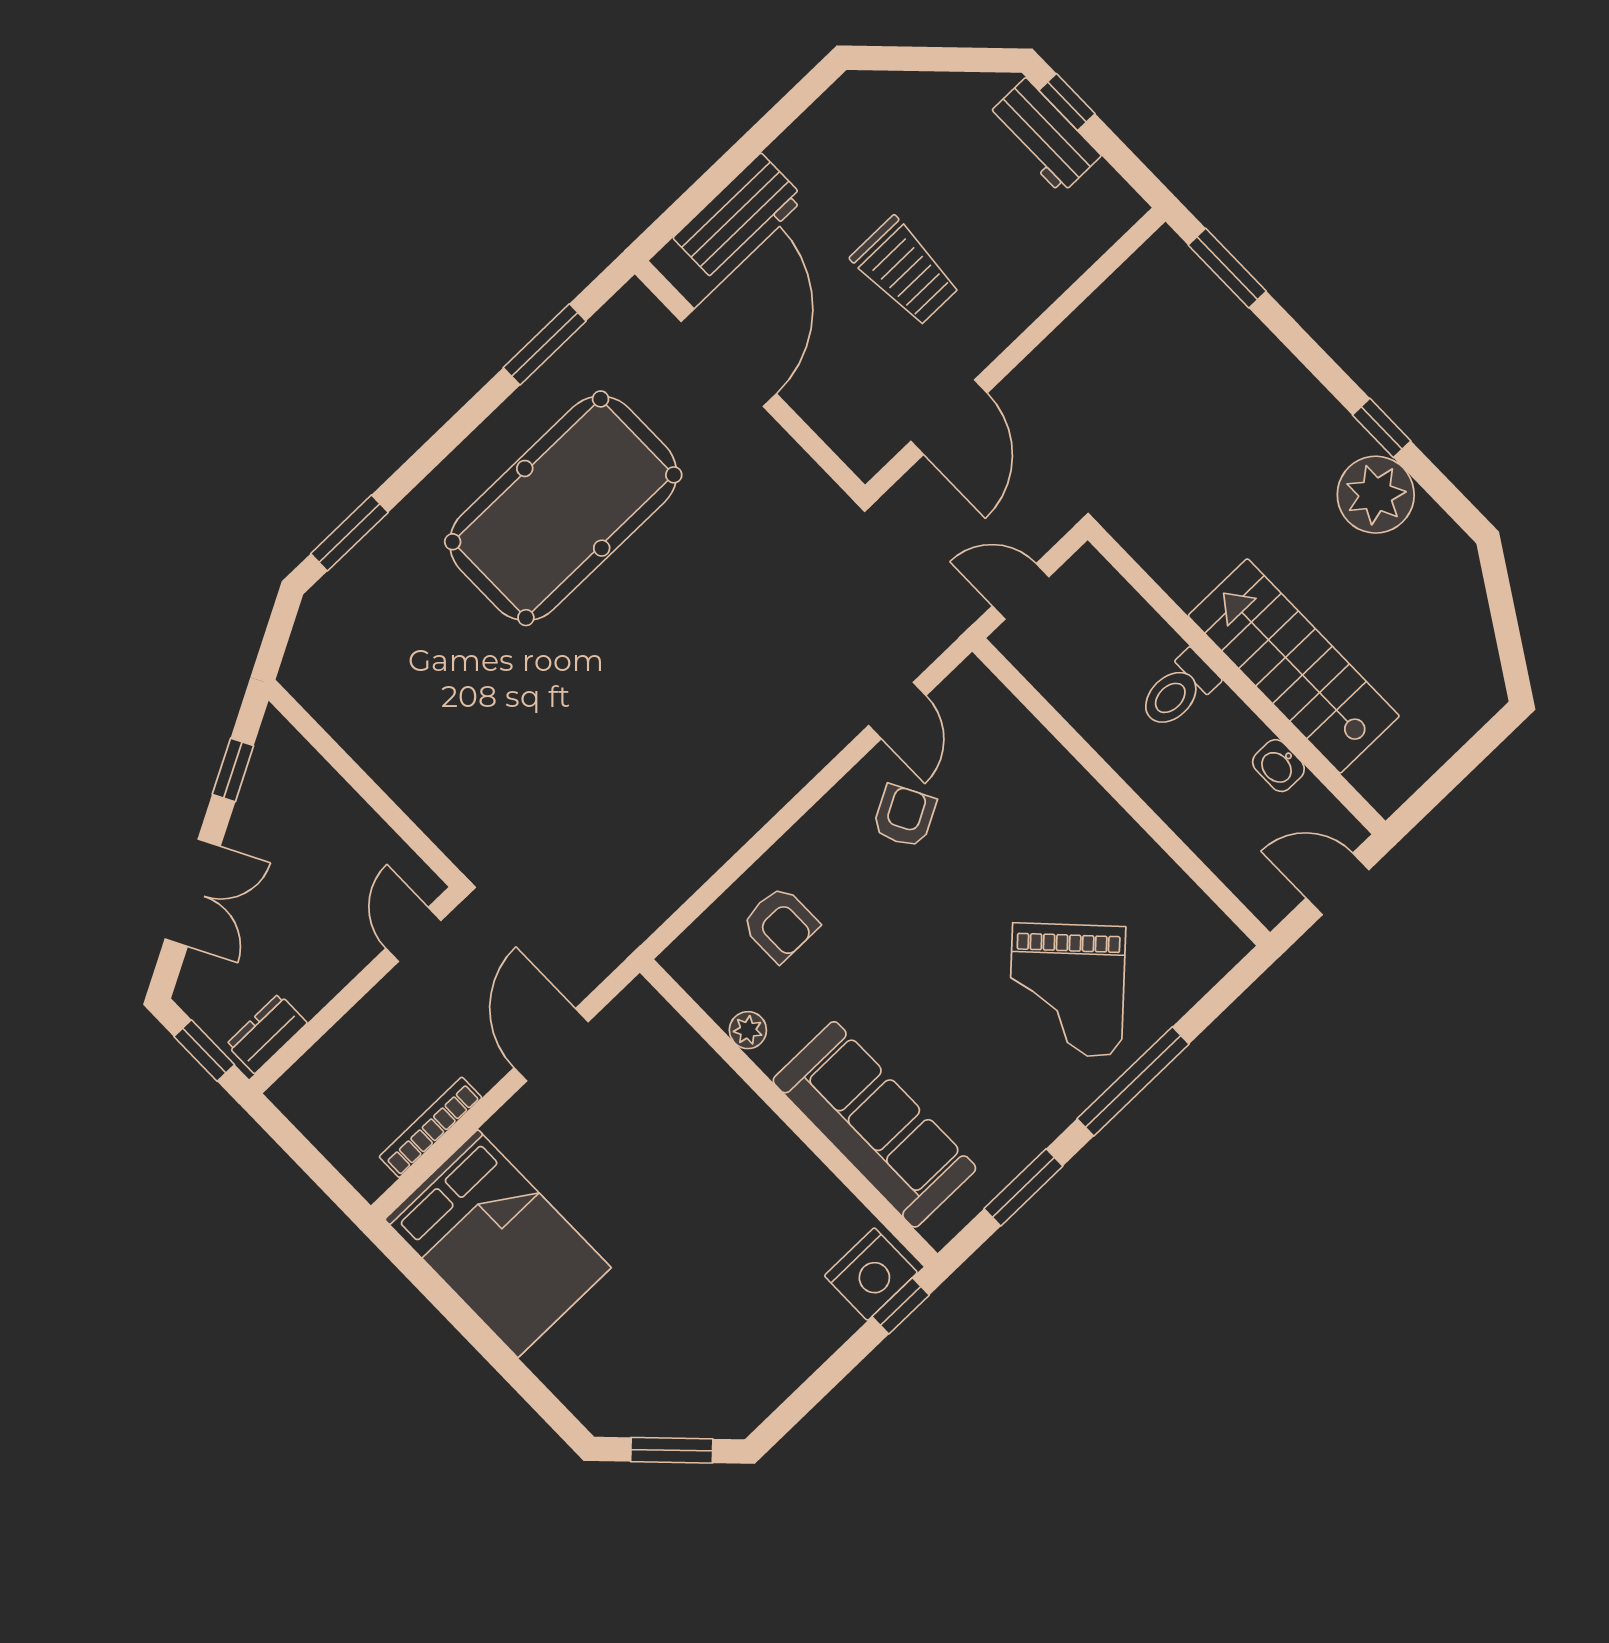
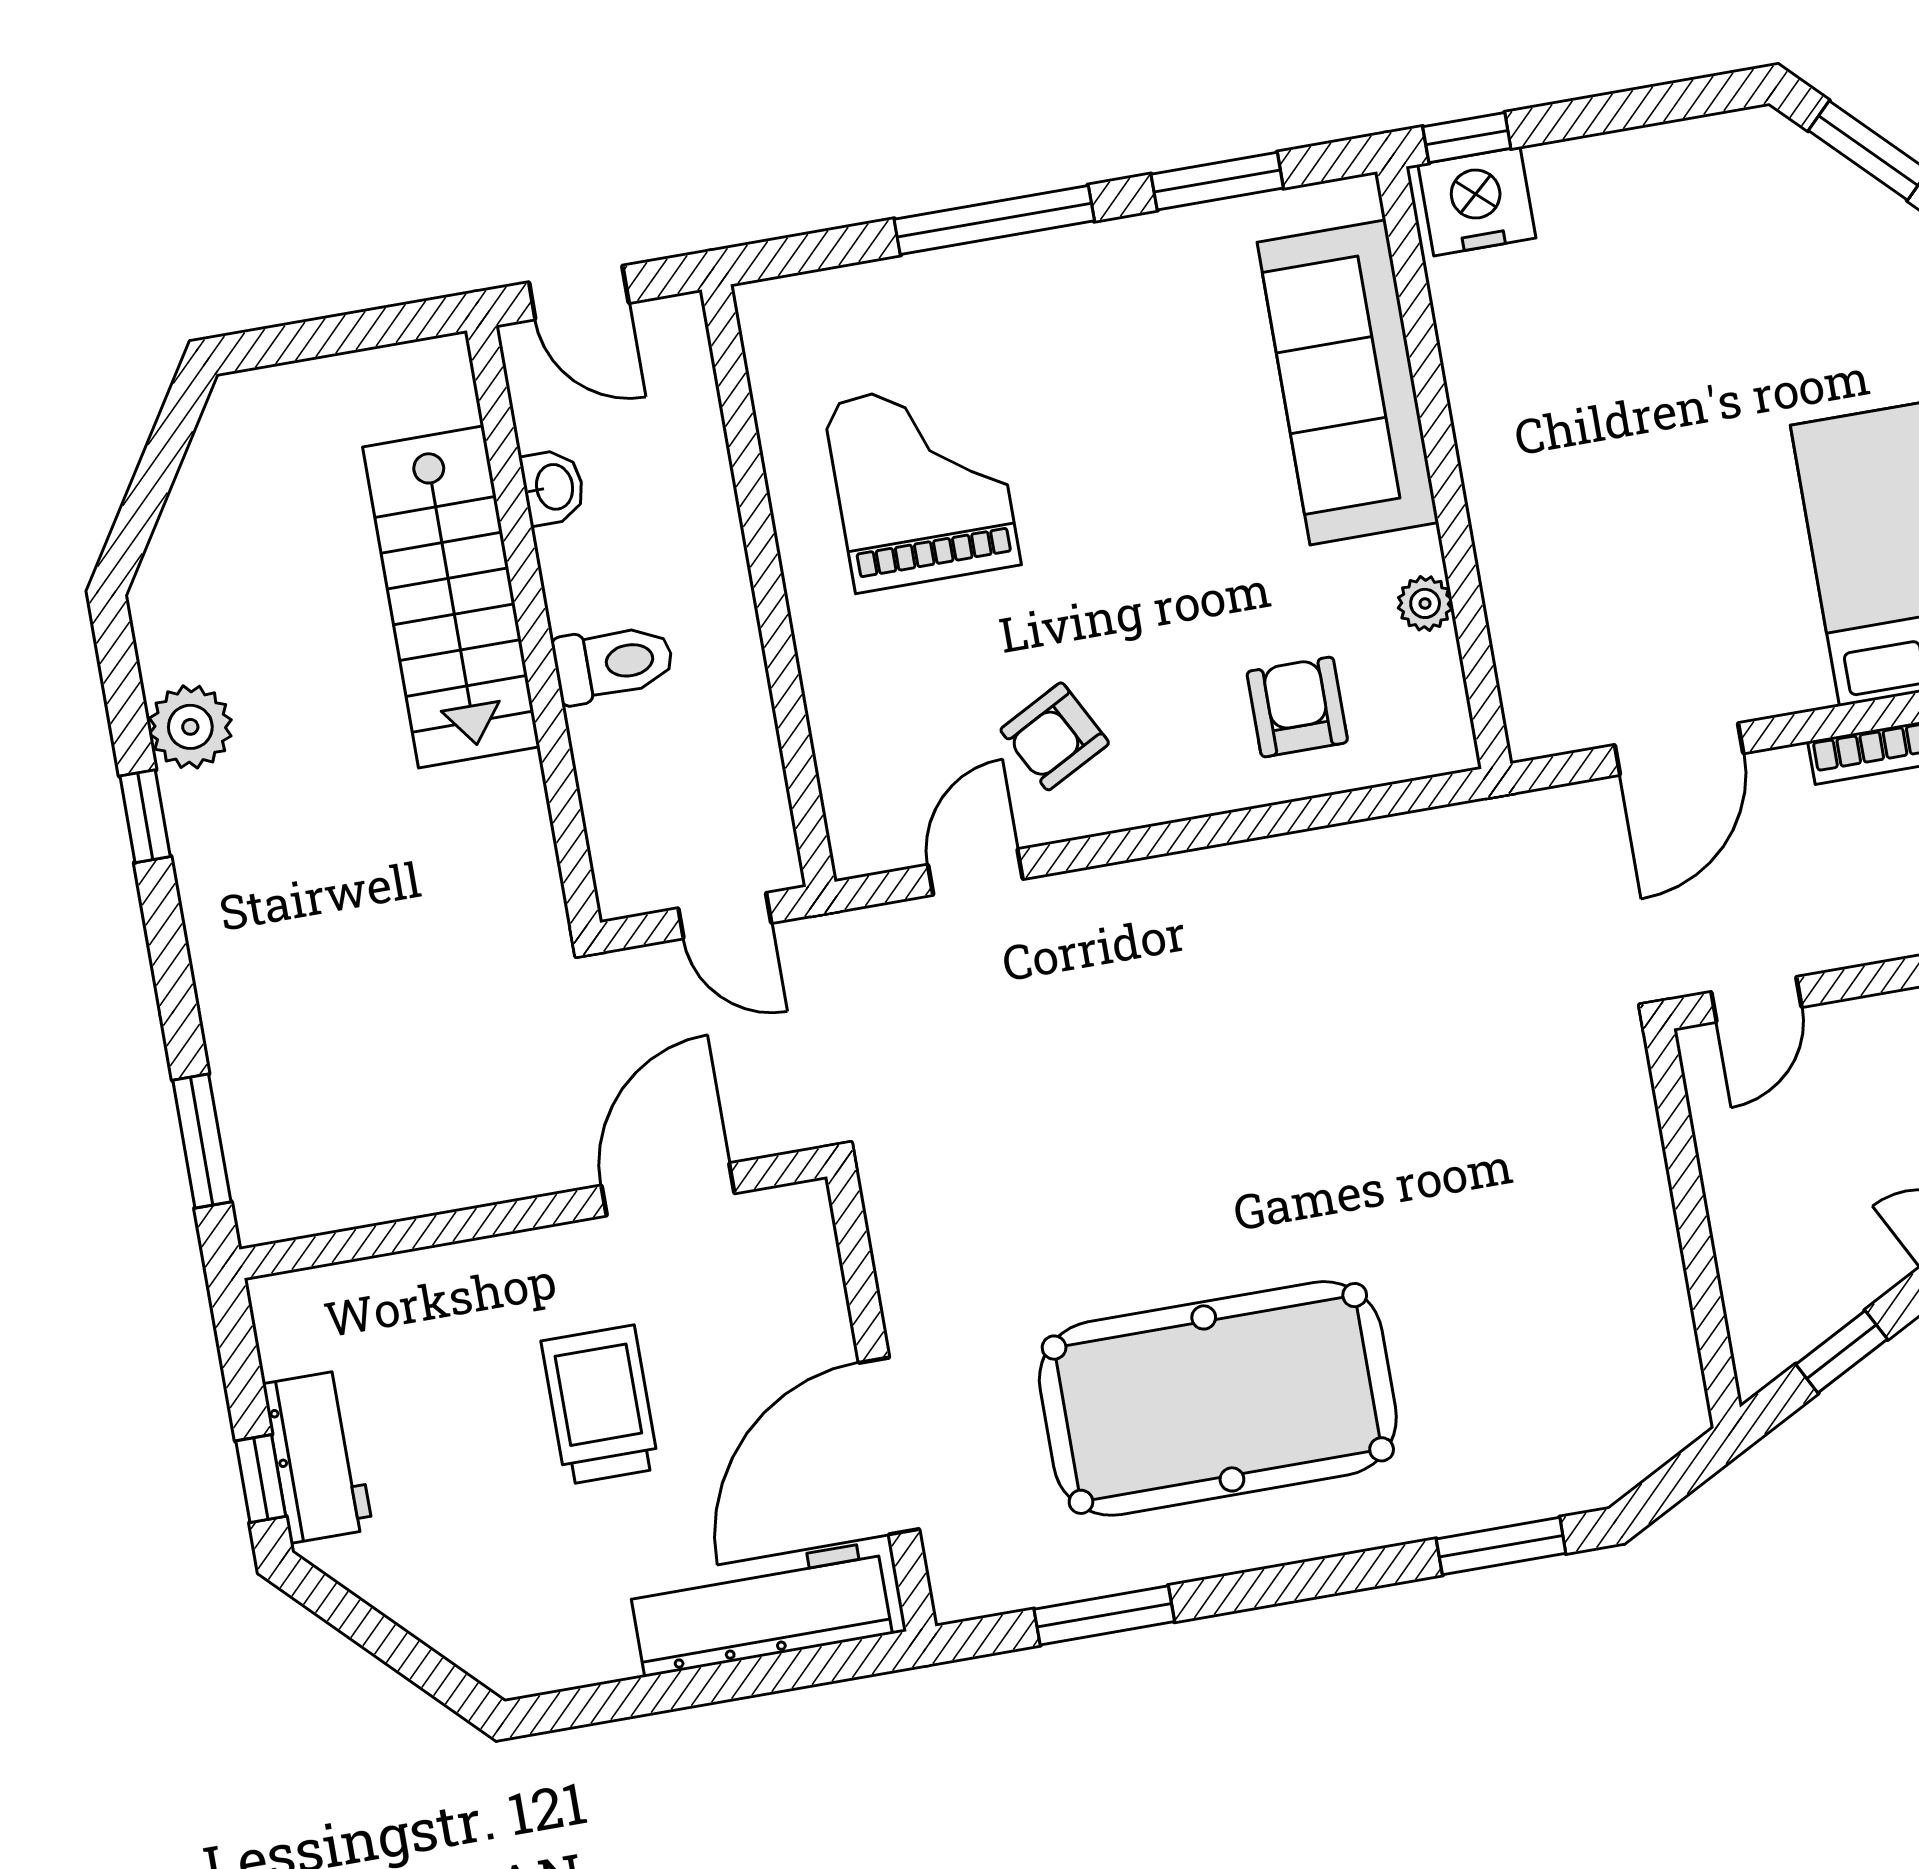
workbench: (739, 218) -> (761, 1609), width x1.38
plant: (1376, 495) -> (190, 727), width x0.73, depth x0.73
grand piano: (1067, 990) -> (922, 484), moved, turned -46

